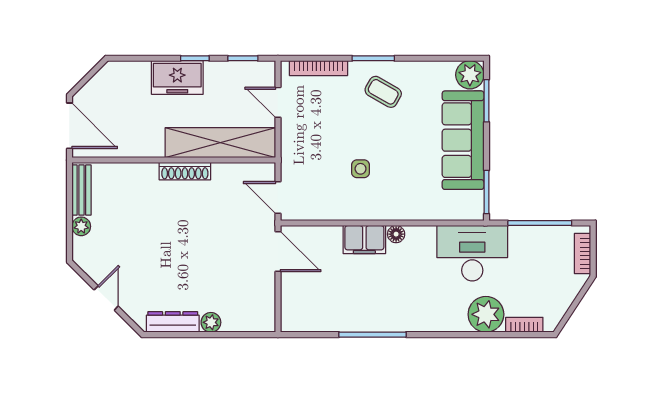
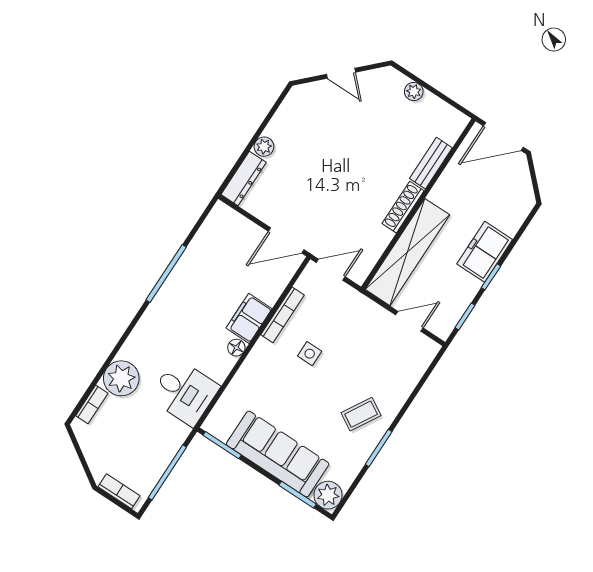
window: (373, 58) -> (379, 448), moved
bookcase: (319, 68) -> (283, 315), moved, turned 180
bench: (81, 190) -> (431, 163), moved, turned 90
desk: (472, 253) -> (184, 392), width x0.73
dresser: (173, 322) -> (244, 178), moved

